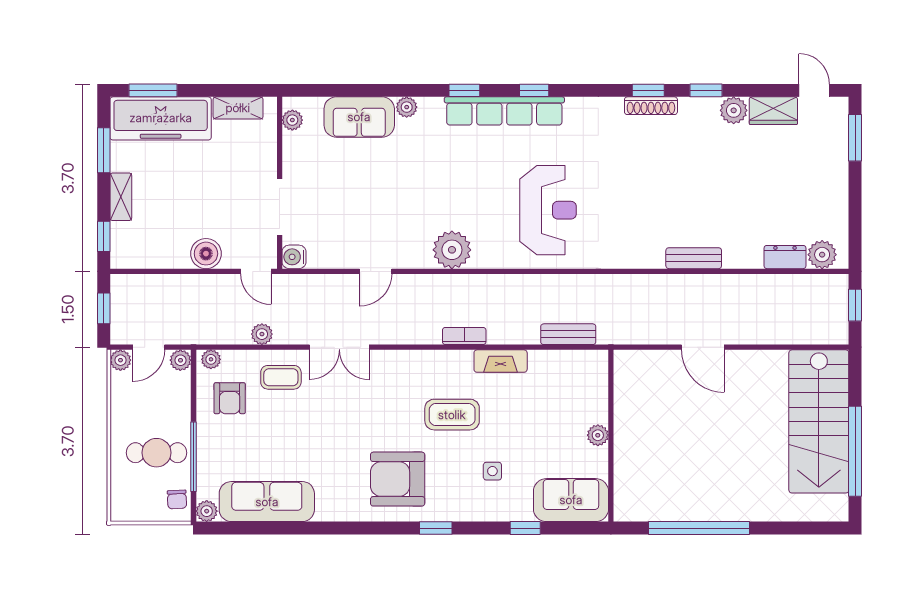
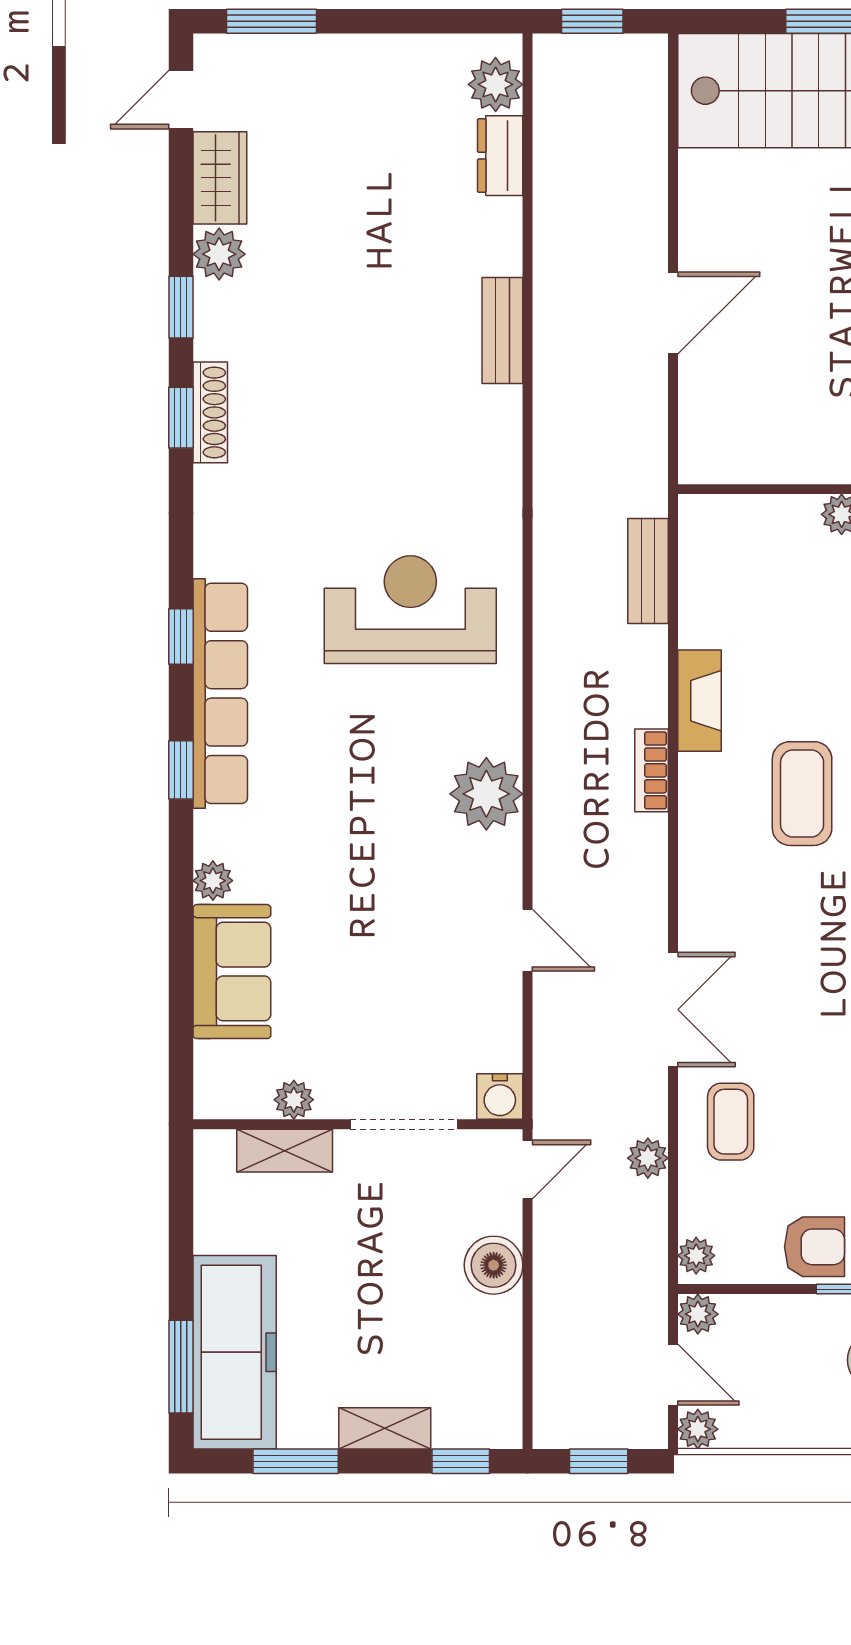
shelving: (238, 108) -> (285, 1151), moved, turned 90
plant: (292, 120) -> (294, 1100), moved
armchair: (230, 398) -> (814, 1247), moved

